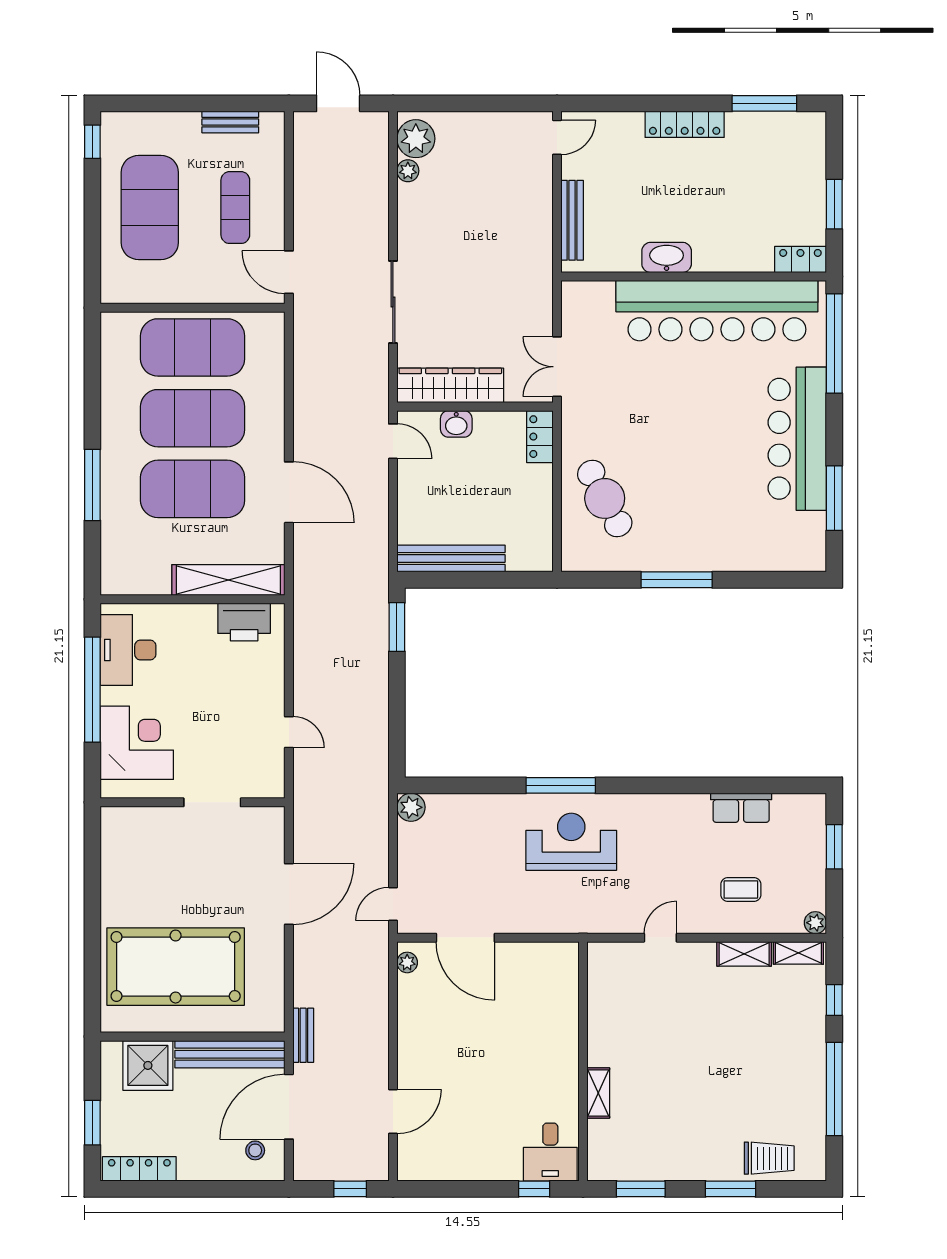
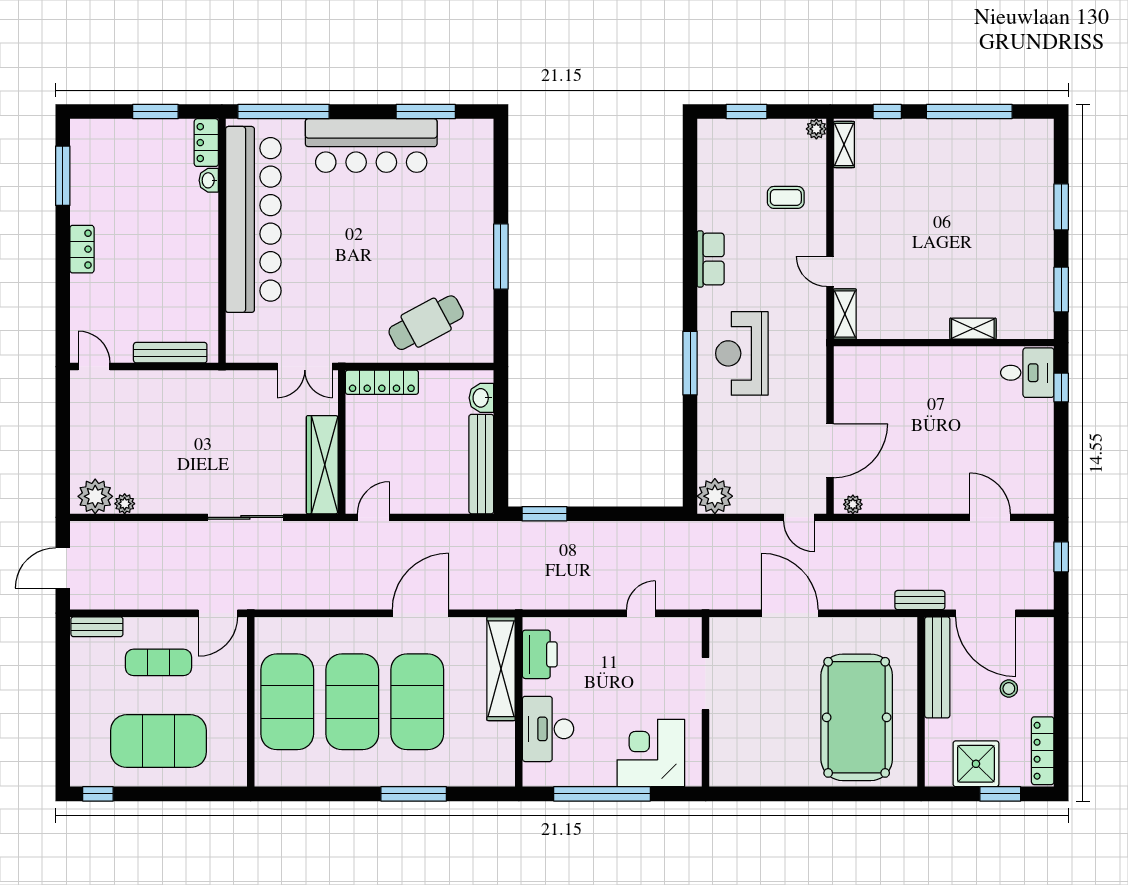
bench: (230, 122) -> (97, 627), moved, turned 90
locker: (685, 124) -> (82, 249), width x0.66
washbasin: (667, 257) -> (209, 180), moved, width x0.52, depth x0.69
washbasin: (456, 424) -> (481, 398), moved, turned 180
locker: (540, 437) -> (382, 382), width x1.53
desk: (128, 650) -> (548, 729), moved, turned 90
plant: (411, 807) -> (715, 496), width x1.36, depth x1.36
row of seats: (741, 808) -> (711, 259), moved
coffee table: (741, 890) -> (786, 197), turned 90
shelving: (744, 954) -> (845, 314), moved
shower: (148, 1065) -> (976, 764), moved
stool: (255, 1150) -> (1009, 688), moved
trolley: (769, 1158) -> (1033, 171), removed

